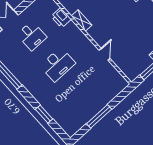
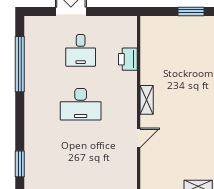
shelving: (82, 21) -> (147, 100), moved
window: (44, 114) -> (20, 164), moved

